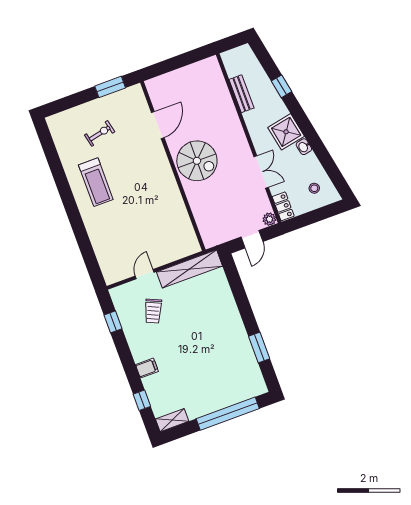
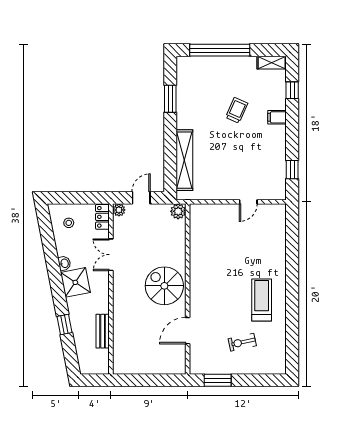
plant: (210, 239) -> (178, 211), added
shelving: (189, 269) -> (184, 160), moved, turned 90
trolley: (153, 311) -> (237, 110), moved

